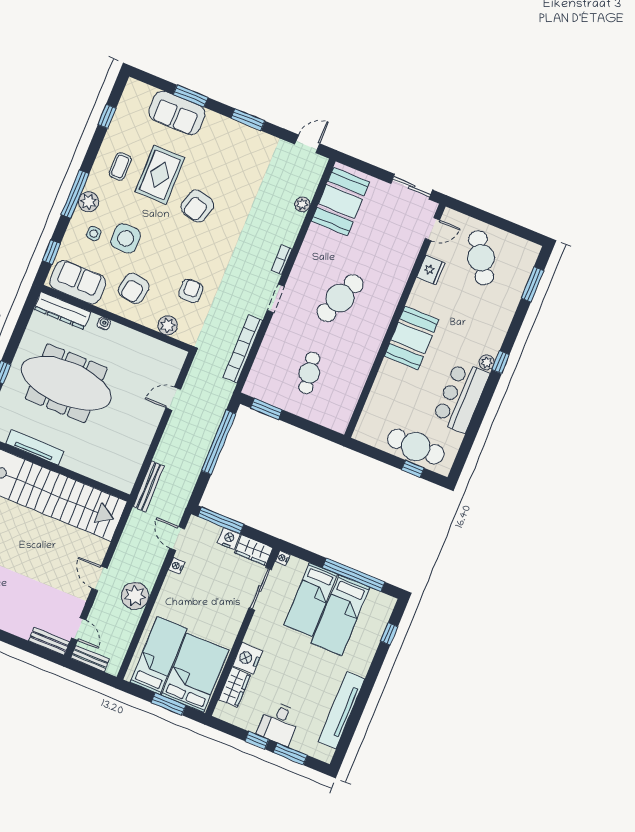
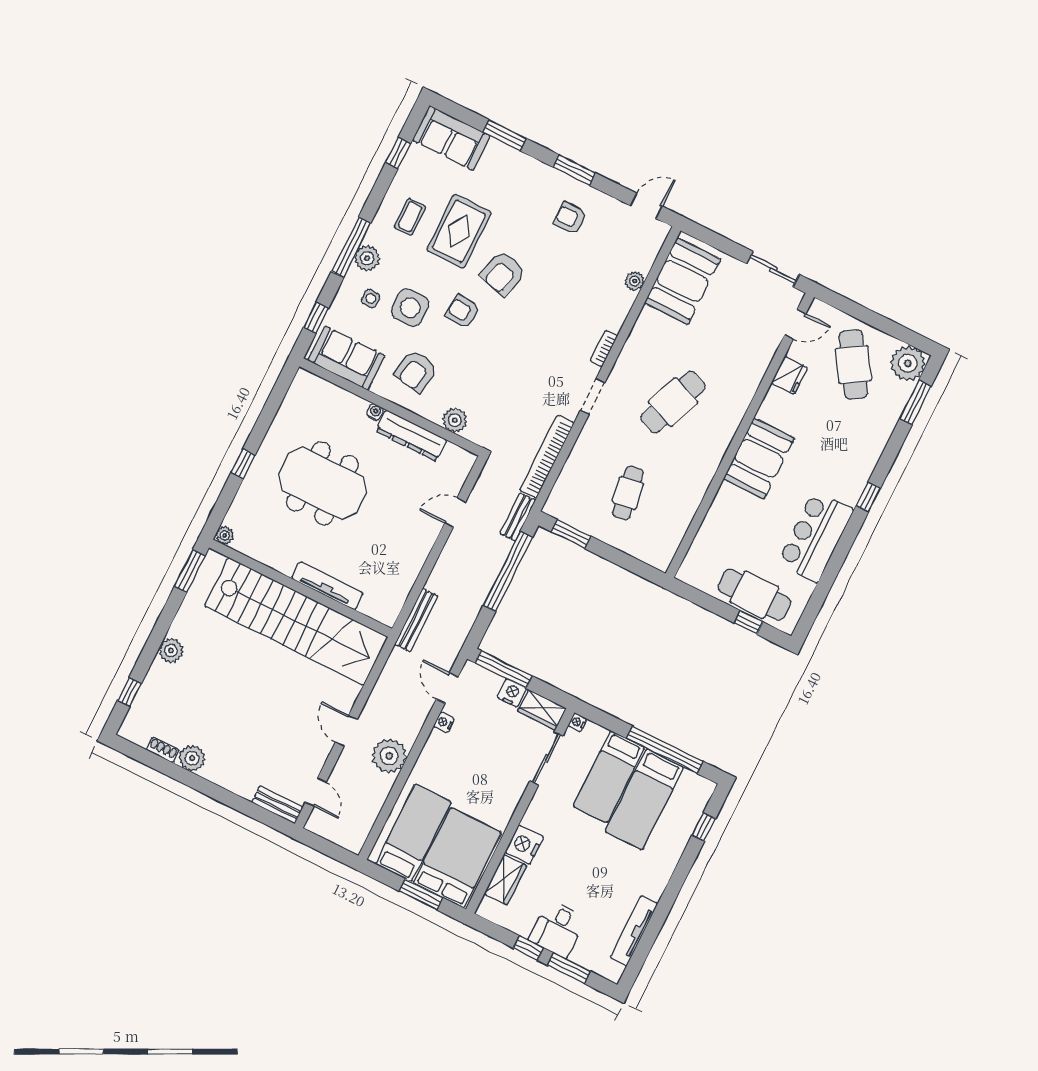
sofa: (177, 113) -> (451, 138), moved
armchair: (248, 158) -> (570, 218), added
armchair: (191, 291) -> (463, 312), moved, turned -85
dresser: (62, 311) -> (411, 436), moved
plant: (487, 362) -> (908, 363), moved, width x1.87, depth x1.87
meeting table: (66, 383) -> (322, 483), width x0.73
tv unit: (35, 447) -> (327, 586), moved
bench: (90, 659) -> (518, 517), moved, turned 90
tv unit: (341, 710) -> (634, 931), width x0.73, depth x0.78

